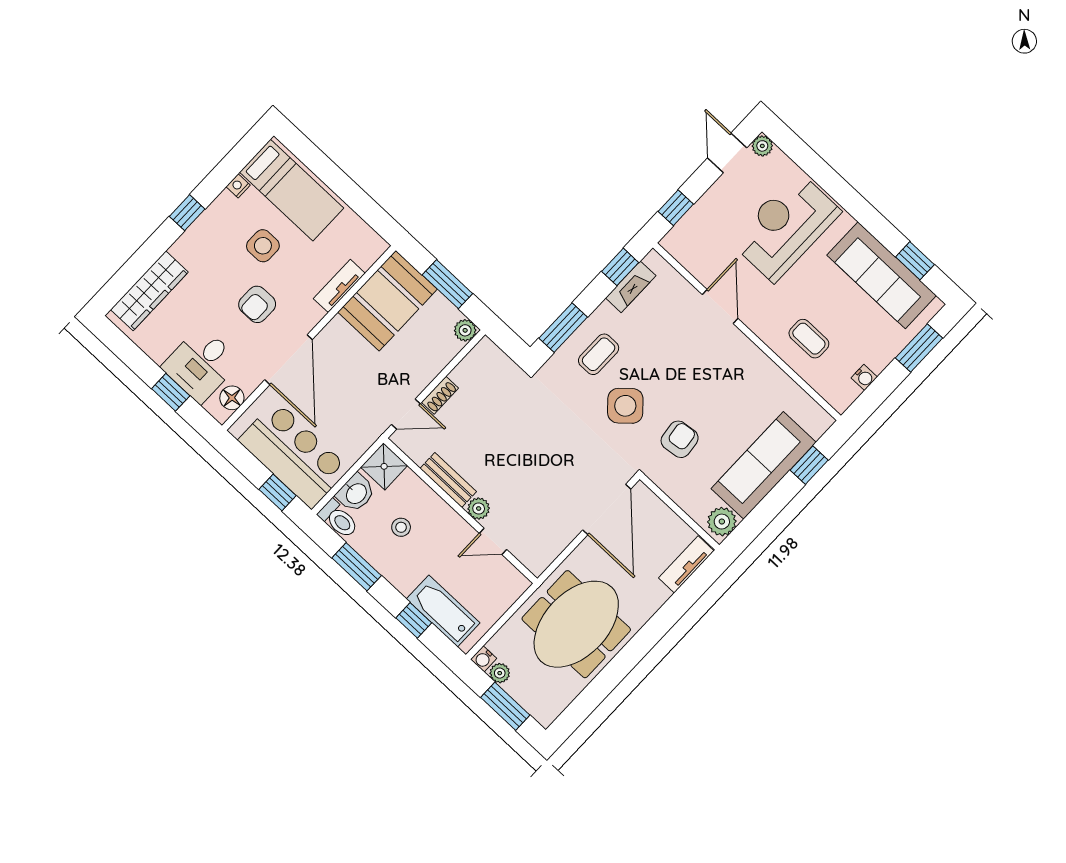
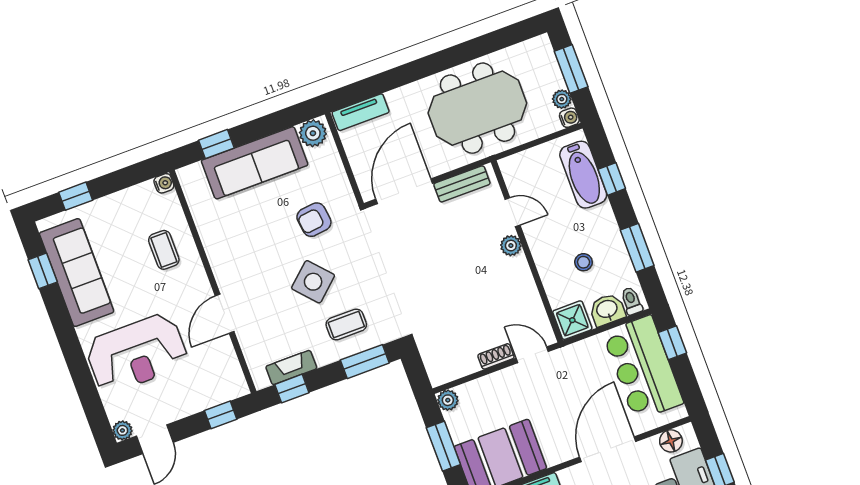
window: (919, 348) -> (76, 196), width x0.67
water cooler: (864, 377) -> (164, 183), moved, turned 90
side table: (625, 406) -> (313, 282), moved
bench: (448, 480) -> (462, 184), moved, turned 90
toilet: (338, 519) -> (631, 301), width x0.73, depth x0.72

